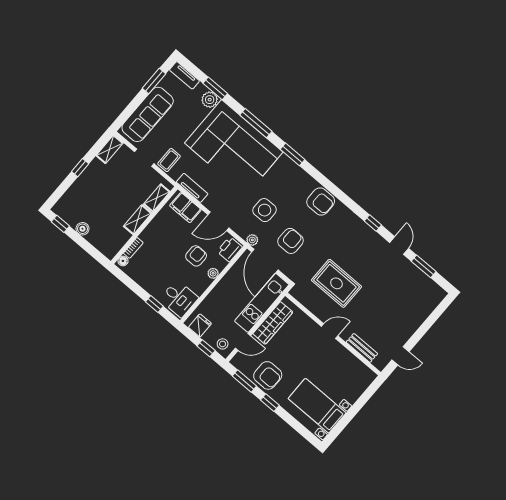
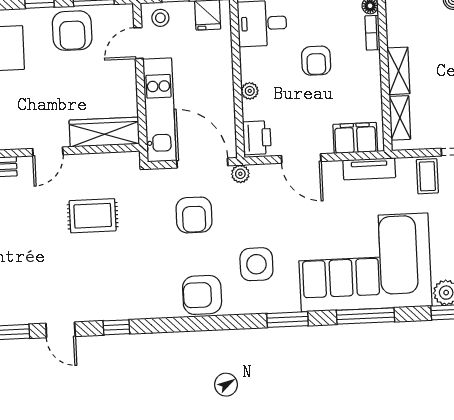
side table: (265, 210) -> (256, 264), moved
door: (218, 221) -> (301, 158), swing flipped
armchair: (196, 256) -> (316, 61), moved
rug: (336, 283) -> (93, 216), width x0.73, depth x0.70
wardrobe: (273, 323) -> (104, 132), moved, turned 90
armchair: (268, 375) -> (72, 31), turned -90

